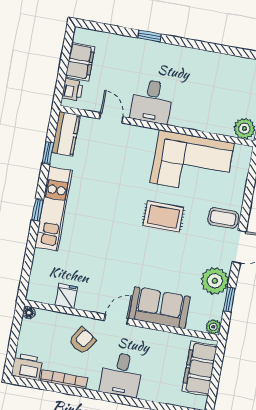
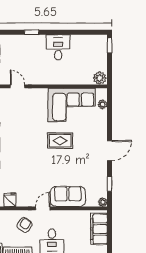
desk: (152, 101) -> (58, 47), moved, turned 180
coffee table: (223, 218) -> (97, 135), removed
plant: (215, 281) -> (103, 104), moved, width x0.53, depth x0.53

